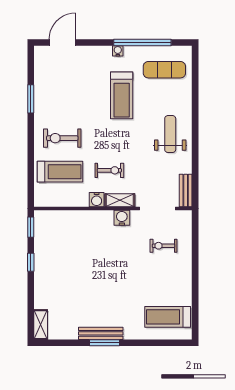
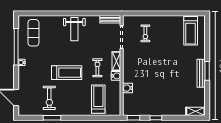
treadmill: (122, 95) -> (67, 73), moved
weight bench: (170, 134) -> (74, 29), turned -90
exercise bike: (62, 138) -> (49, 98), moved
water cooler: (122, 218) -> (128, 88), moved

